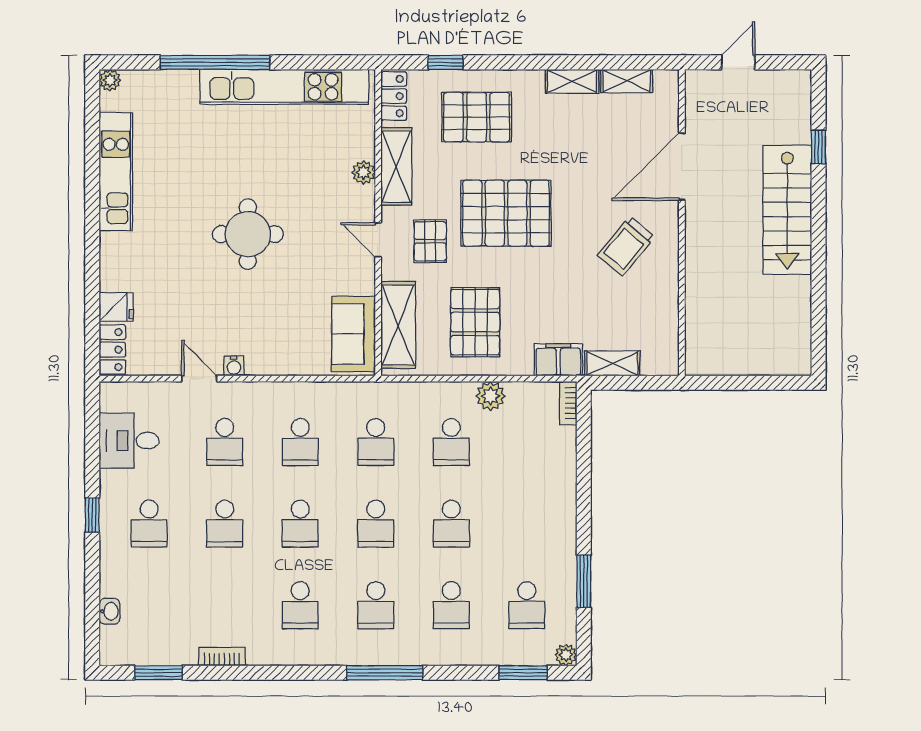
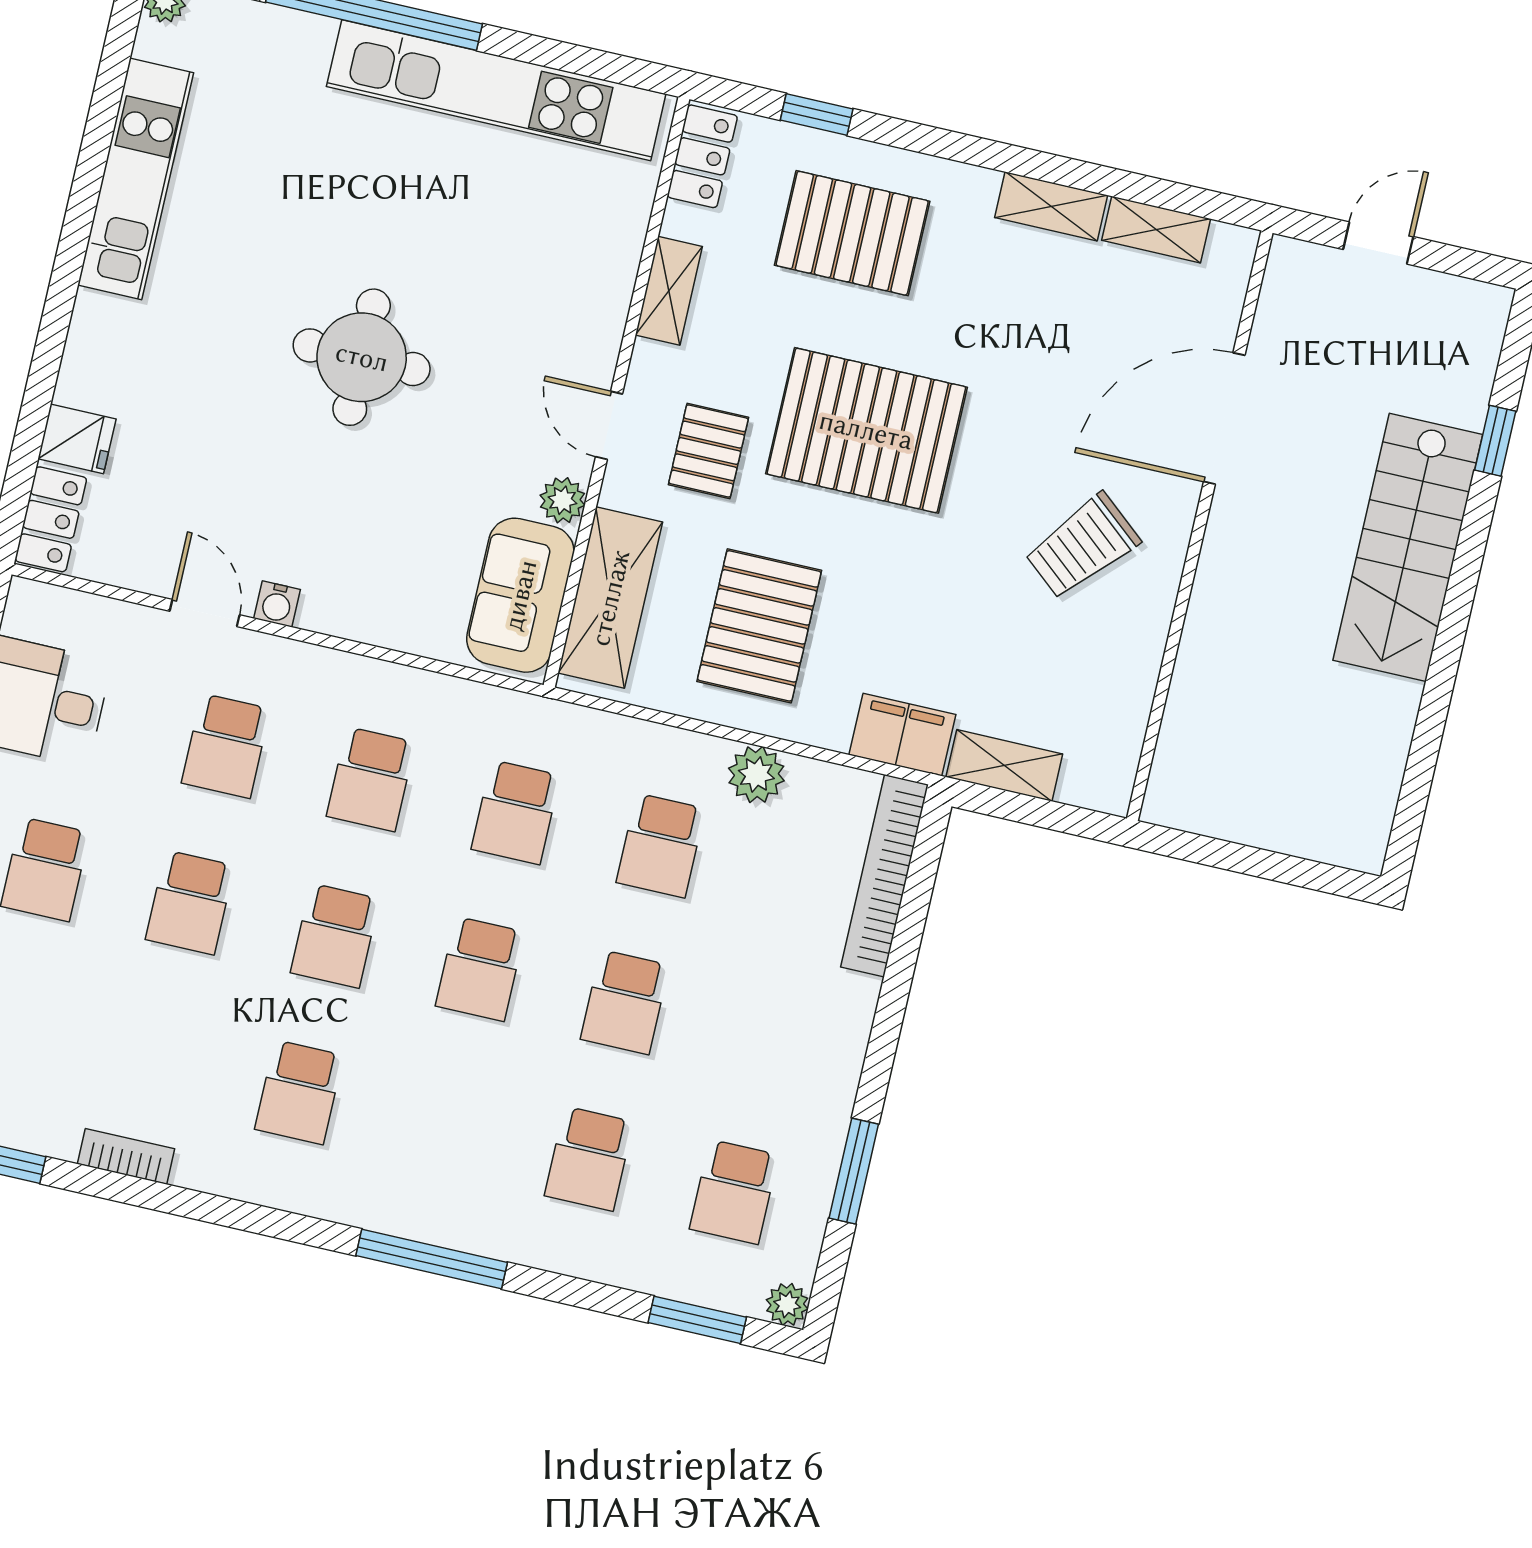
shelving: (396, 166) -> (669, 291), width x0.67, depth x0.75
plant: (364, 172) -> (563, 500), moved
bookcase: (568, 403) -> (884, 876), width x2.31, depth x1.31
school desk: (376, 605) -> (444, 1125), removed

